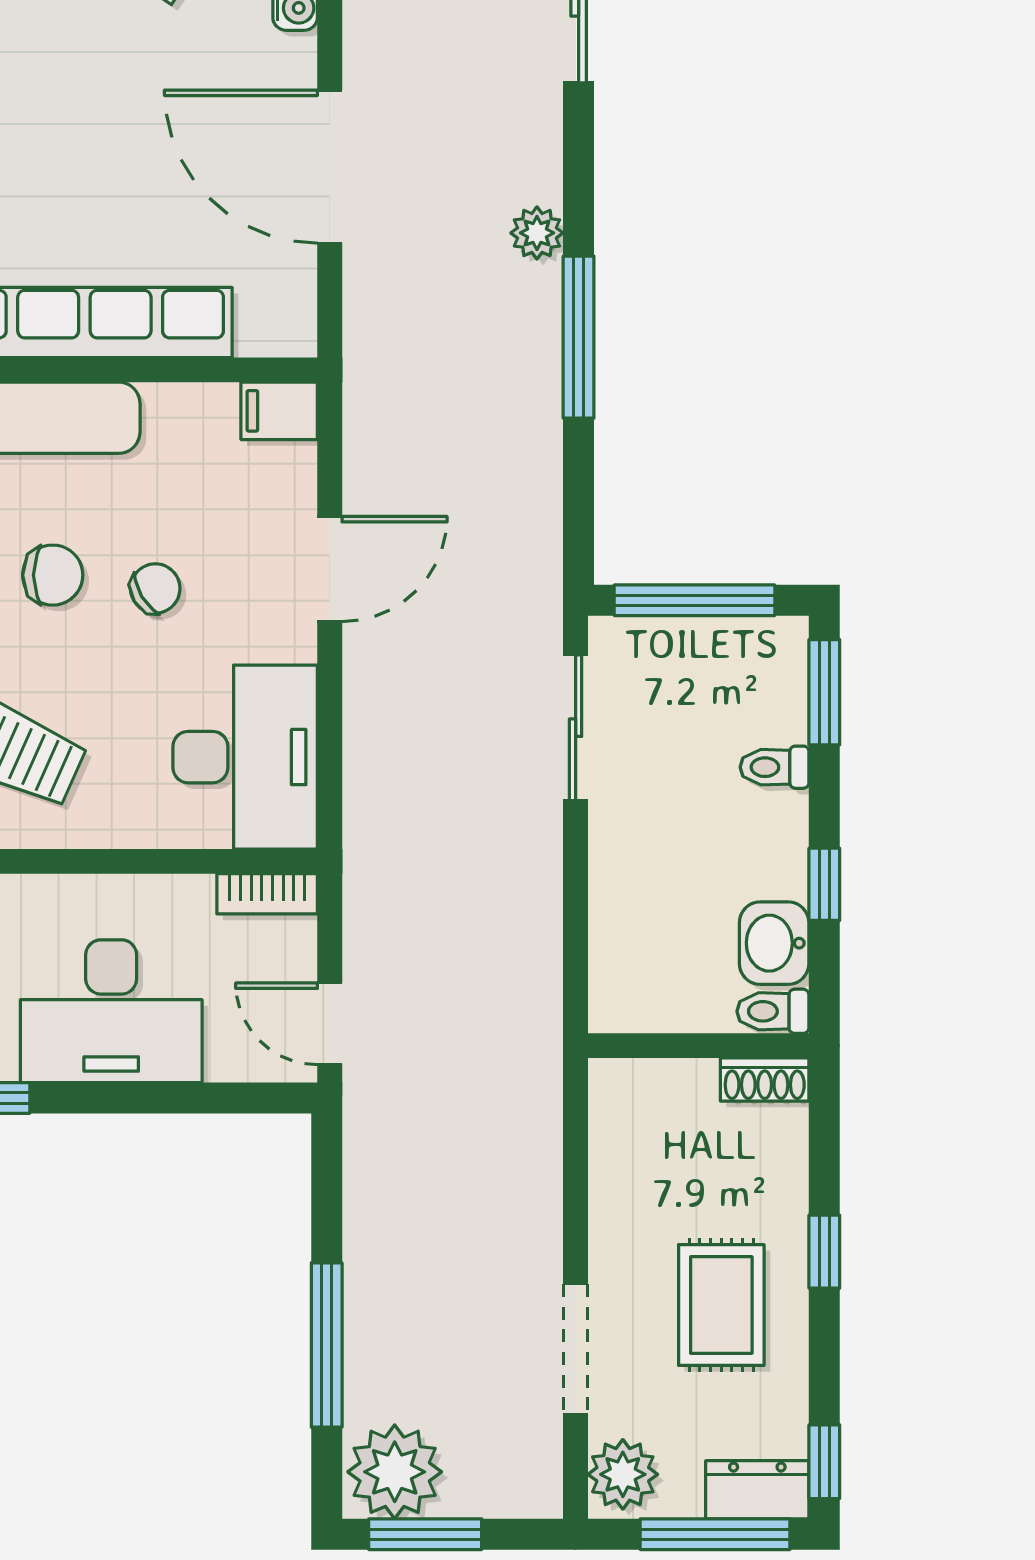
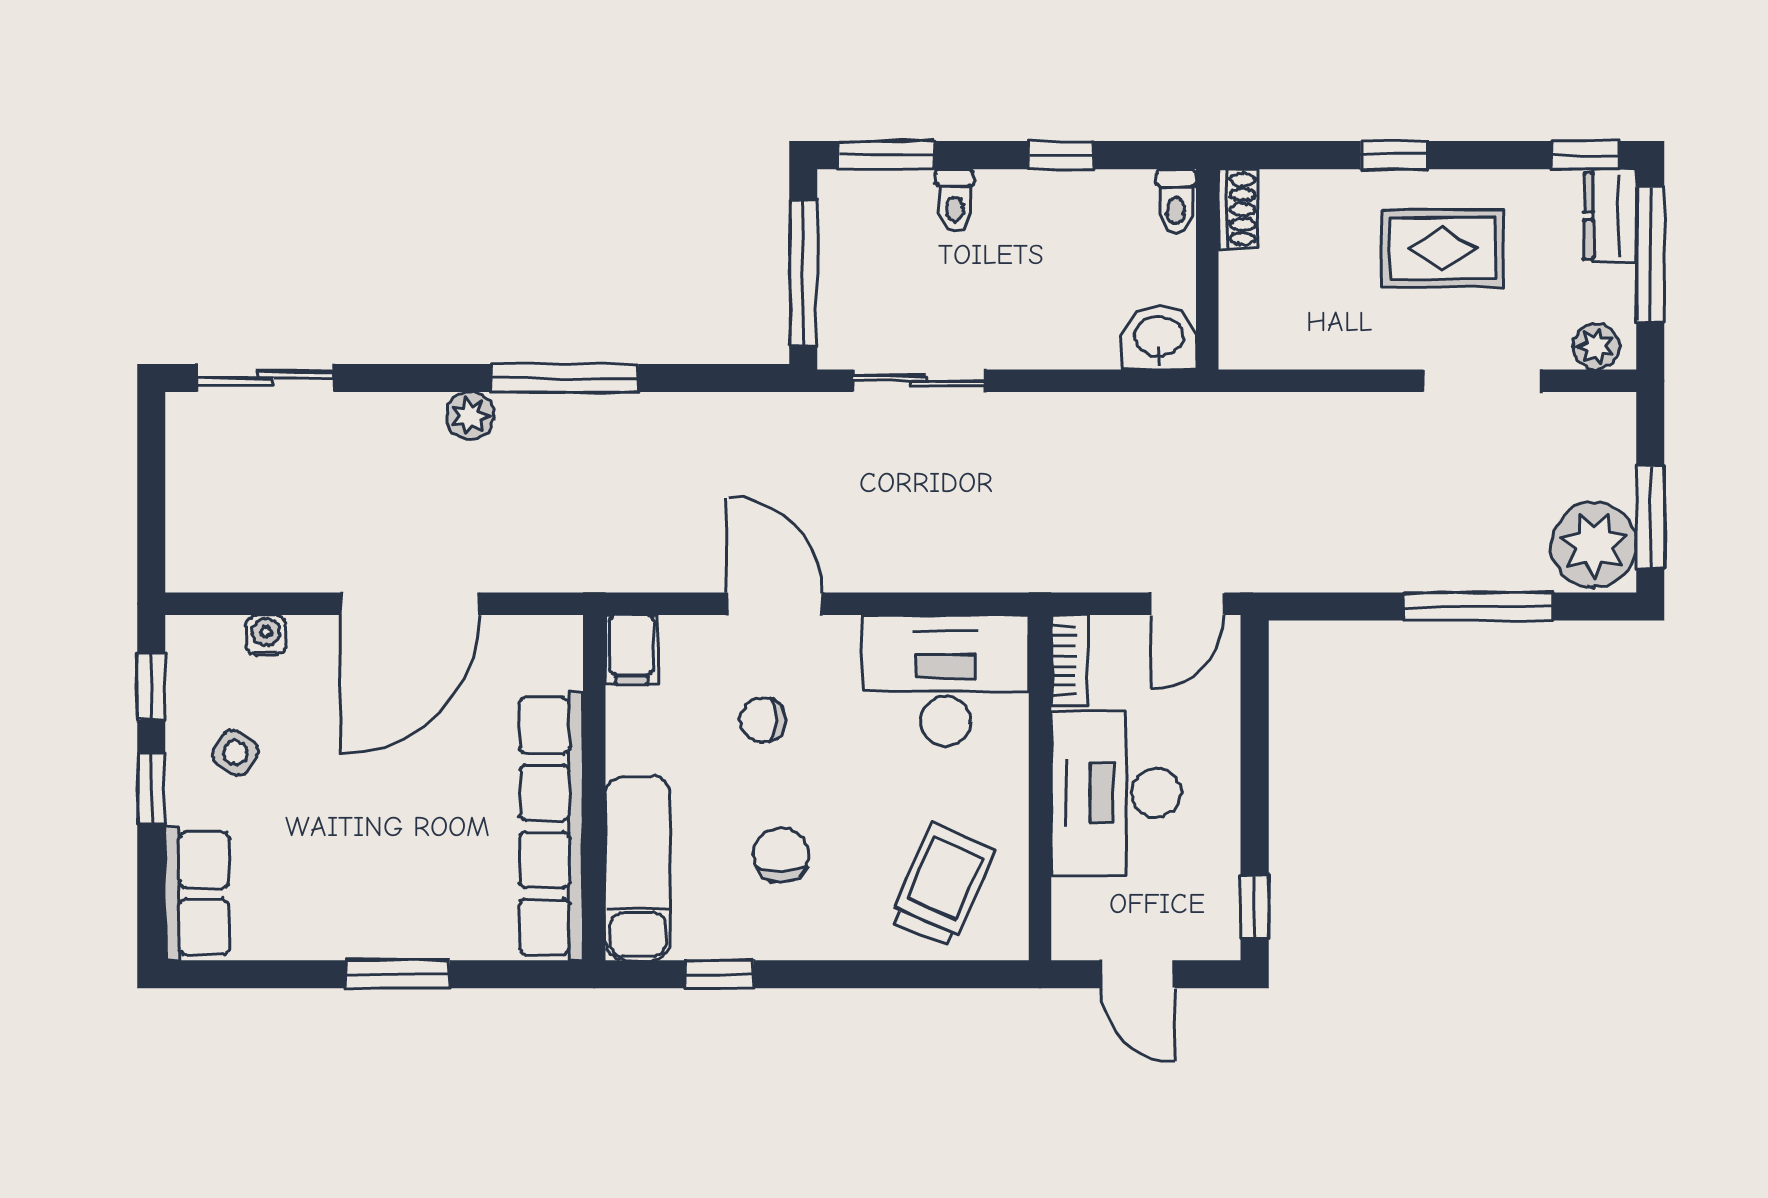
chair: (155, 588) -> (762, 720), moved, turned -59
washbasin: (774, 943) -> (1159, 338), moved, turned 180
desk: (111, 1011) -> (1116, 793), moved, turned 180
plant: (623, 1474) -> (1596, 347), width x0.73, depth x0.73

